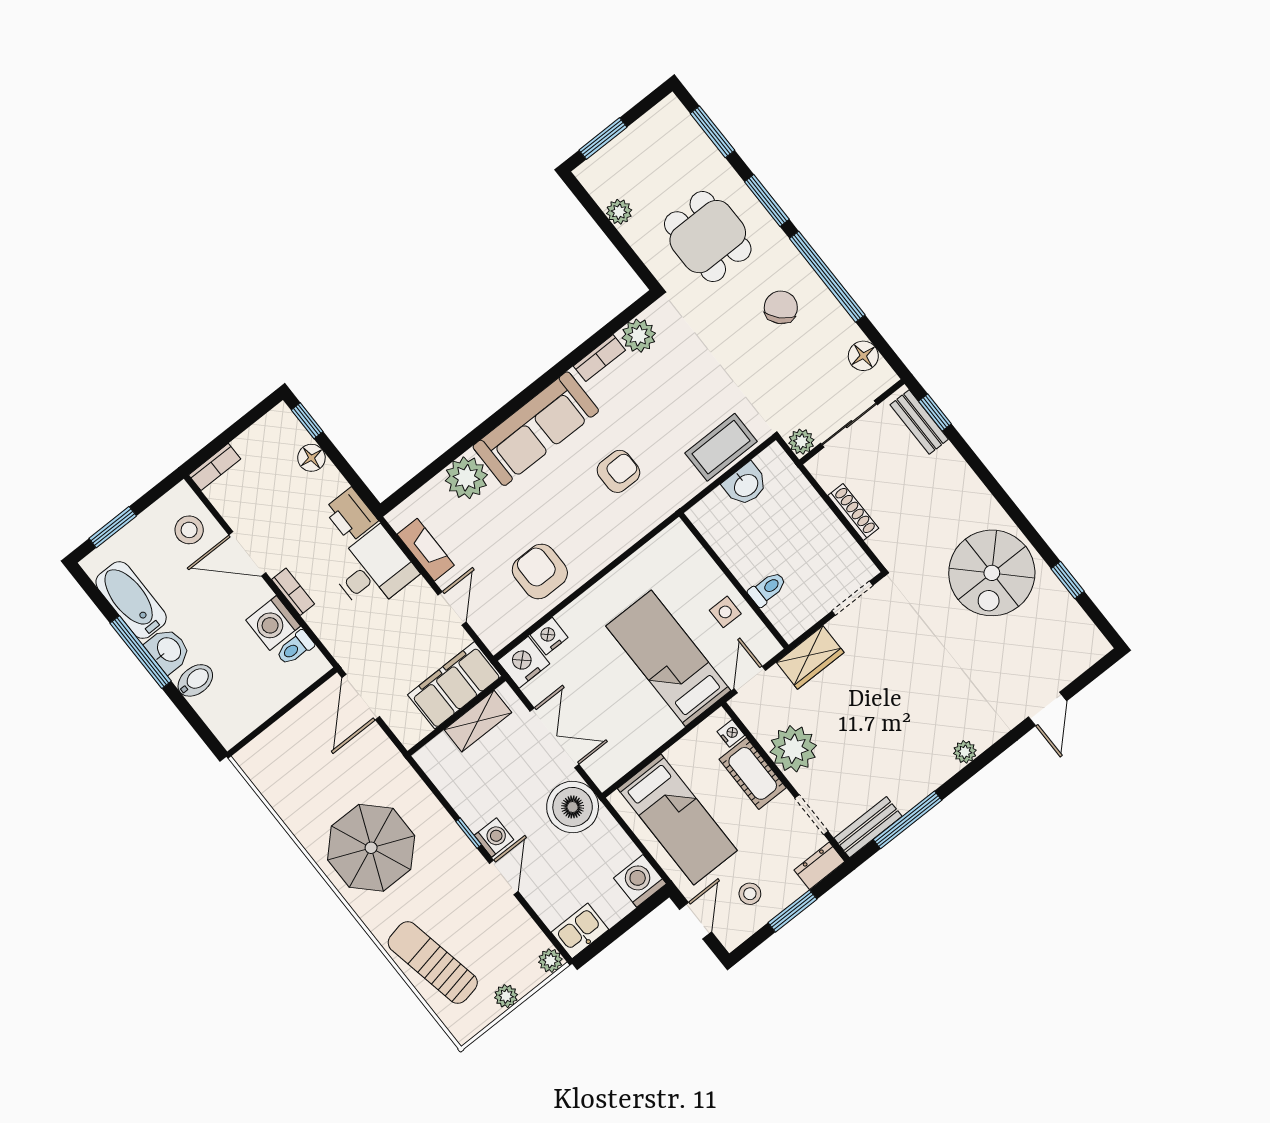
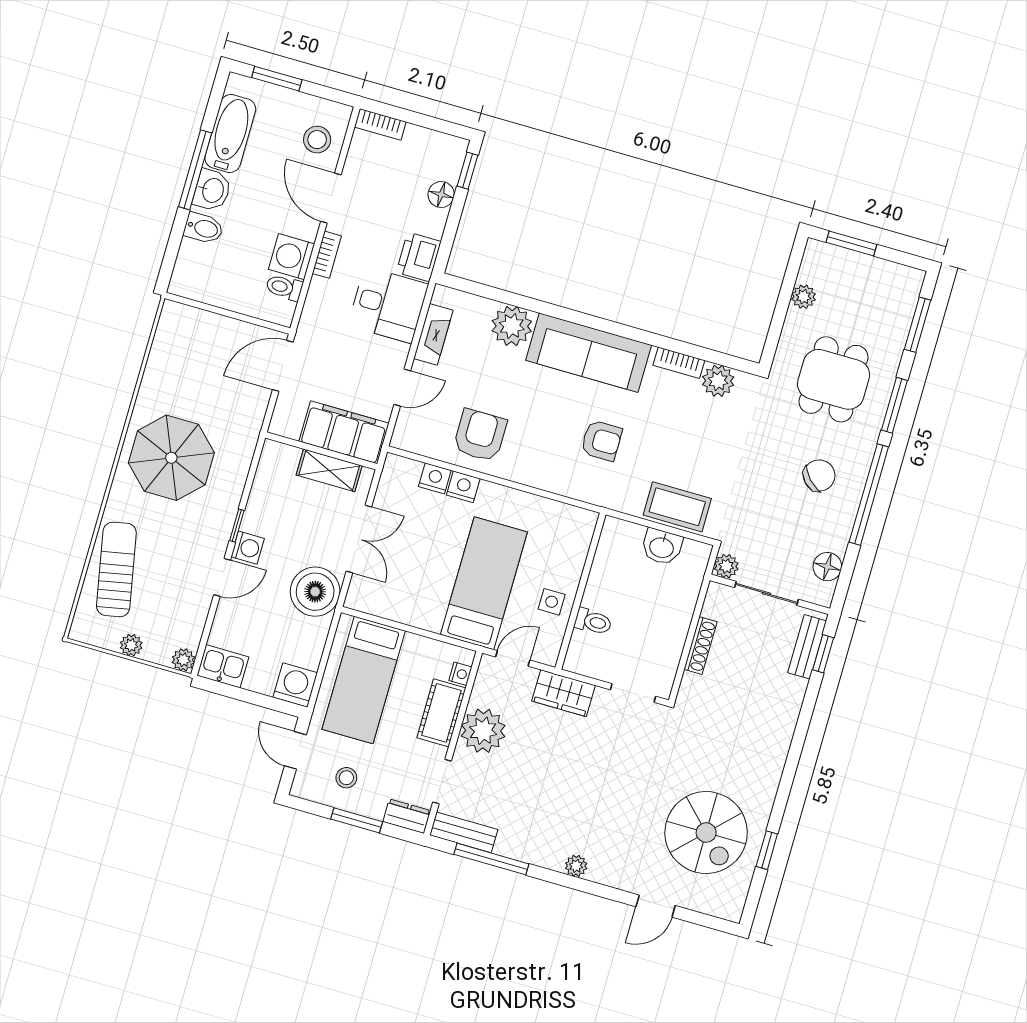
spiral stairs: (992, 573) -> (706, 833), moved, turned -90
nightstand: (524, 662) -> (463, 487), moved, width x0.74, depth x0.75
door: (696, 921) -> (295, 750), swing flipped

